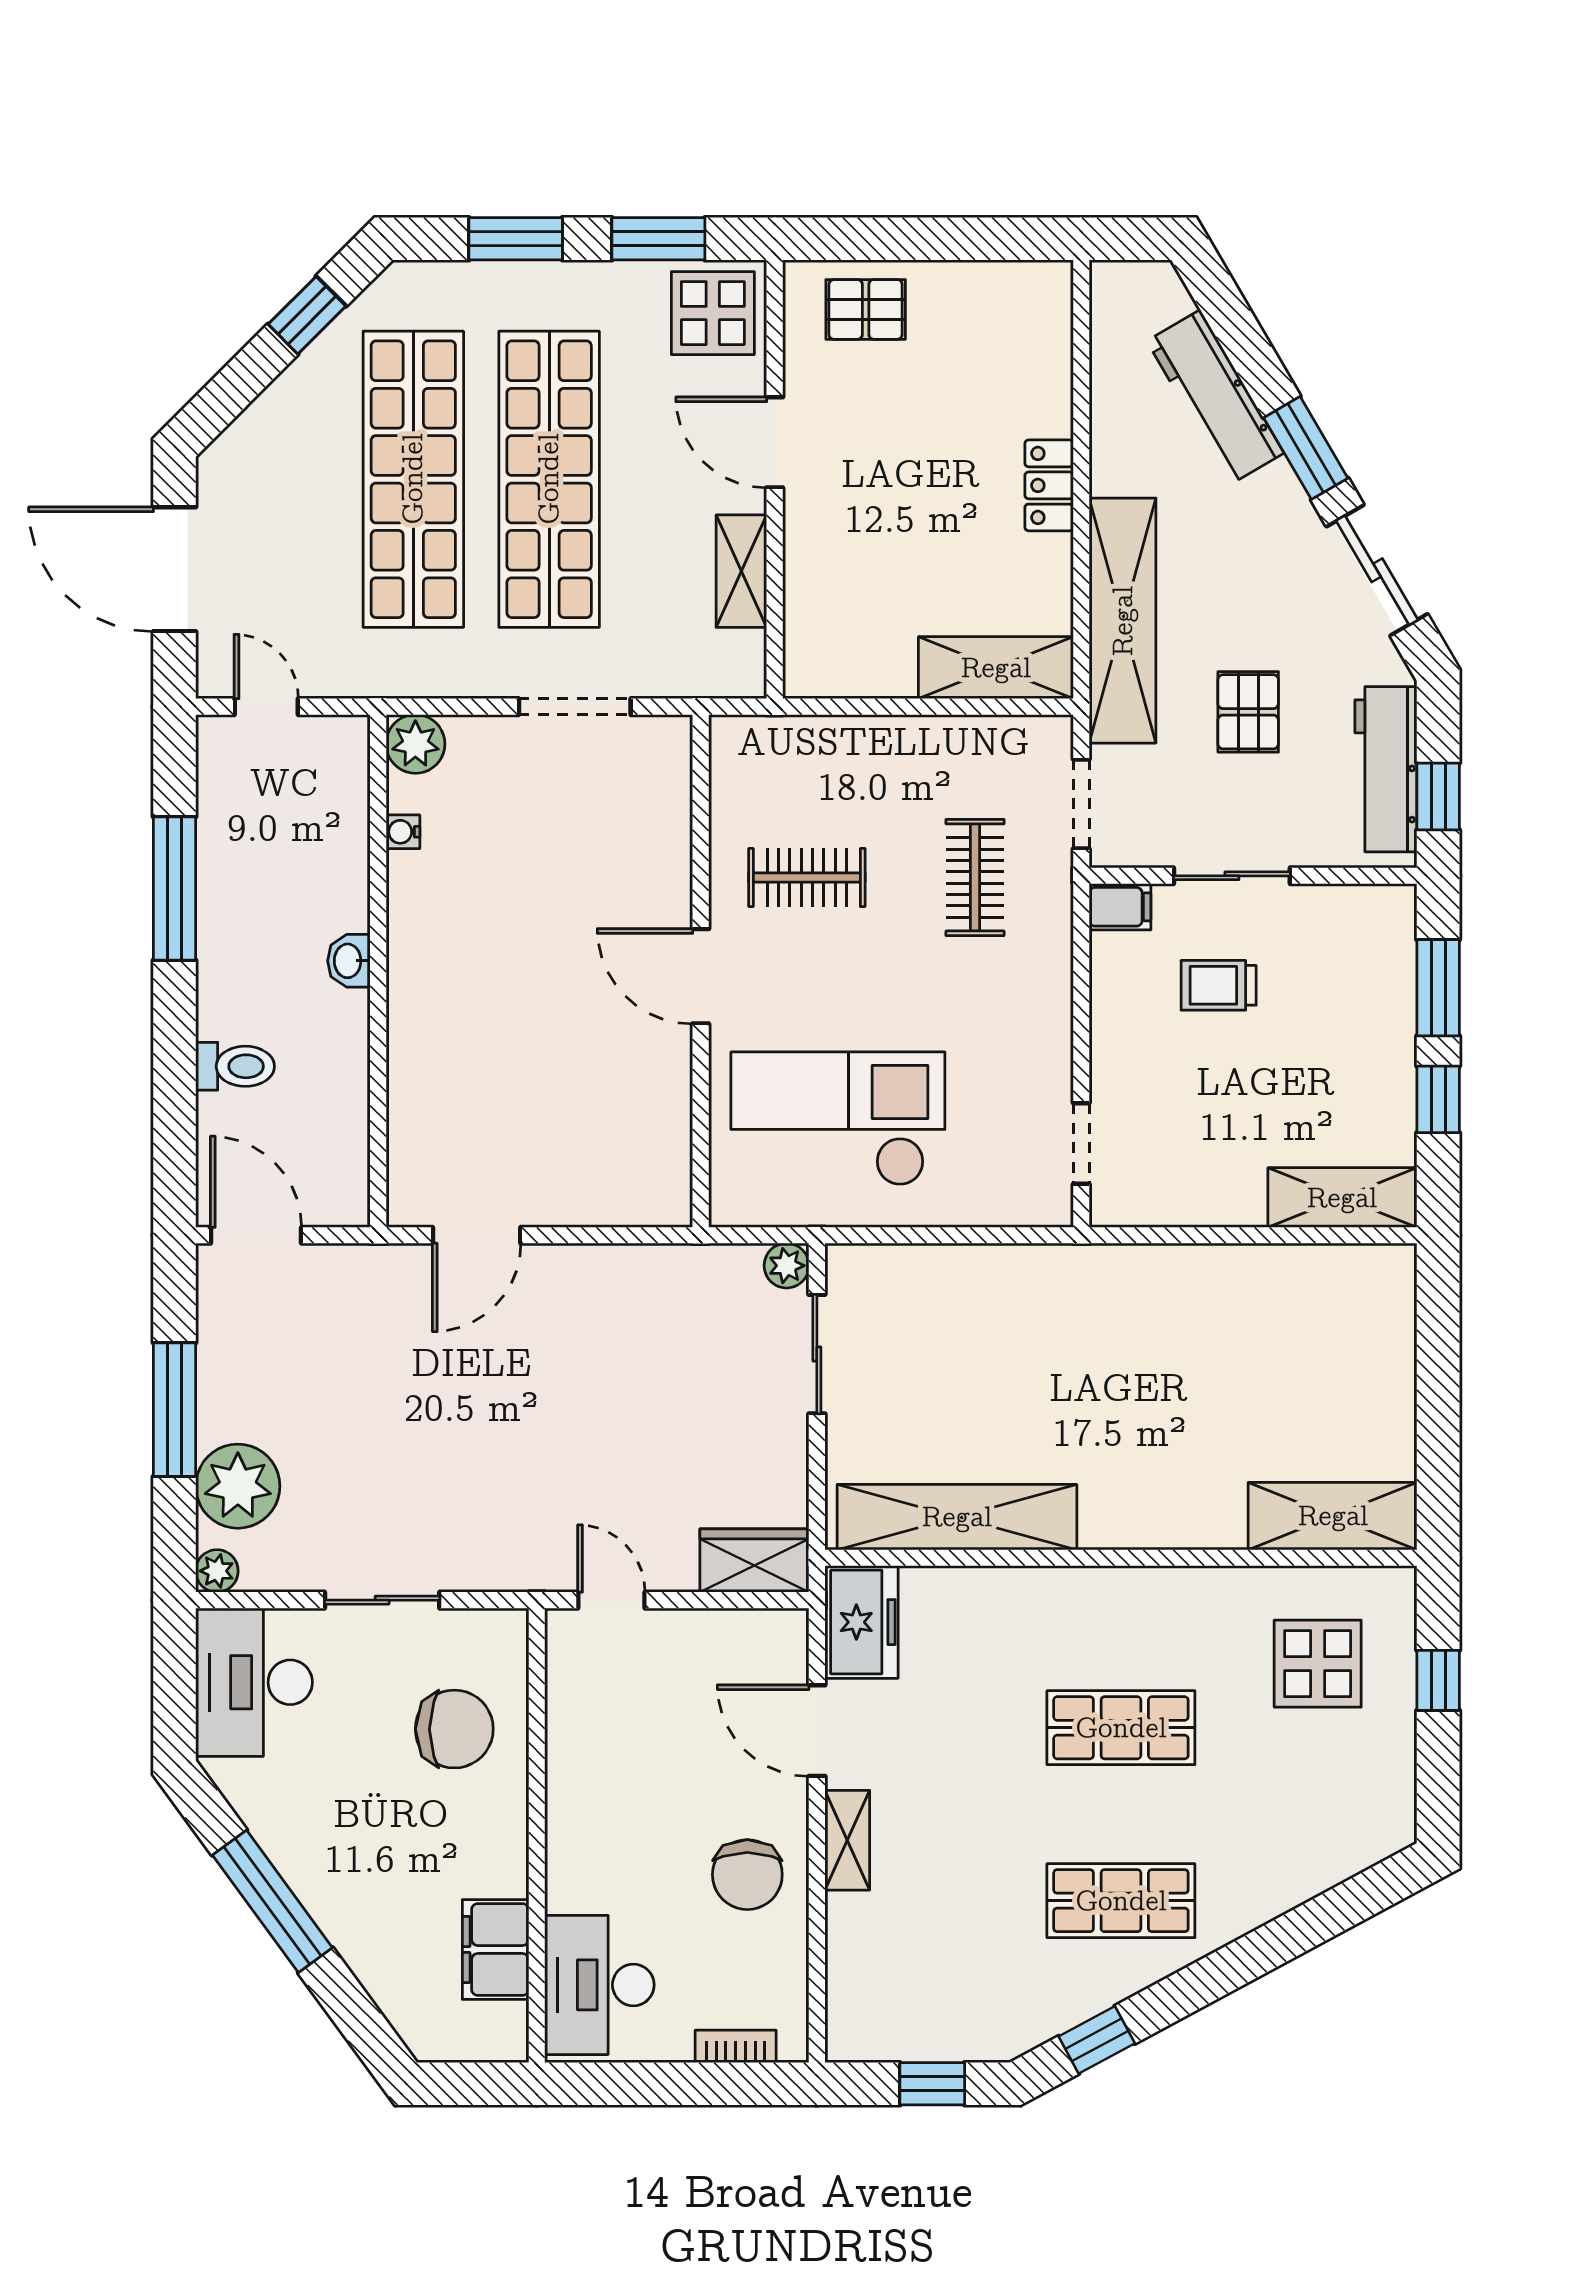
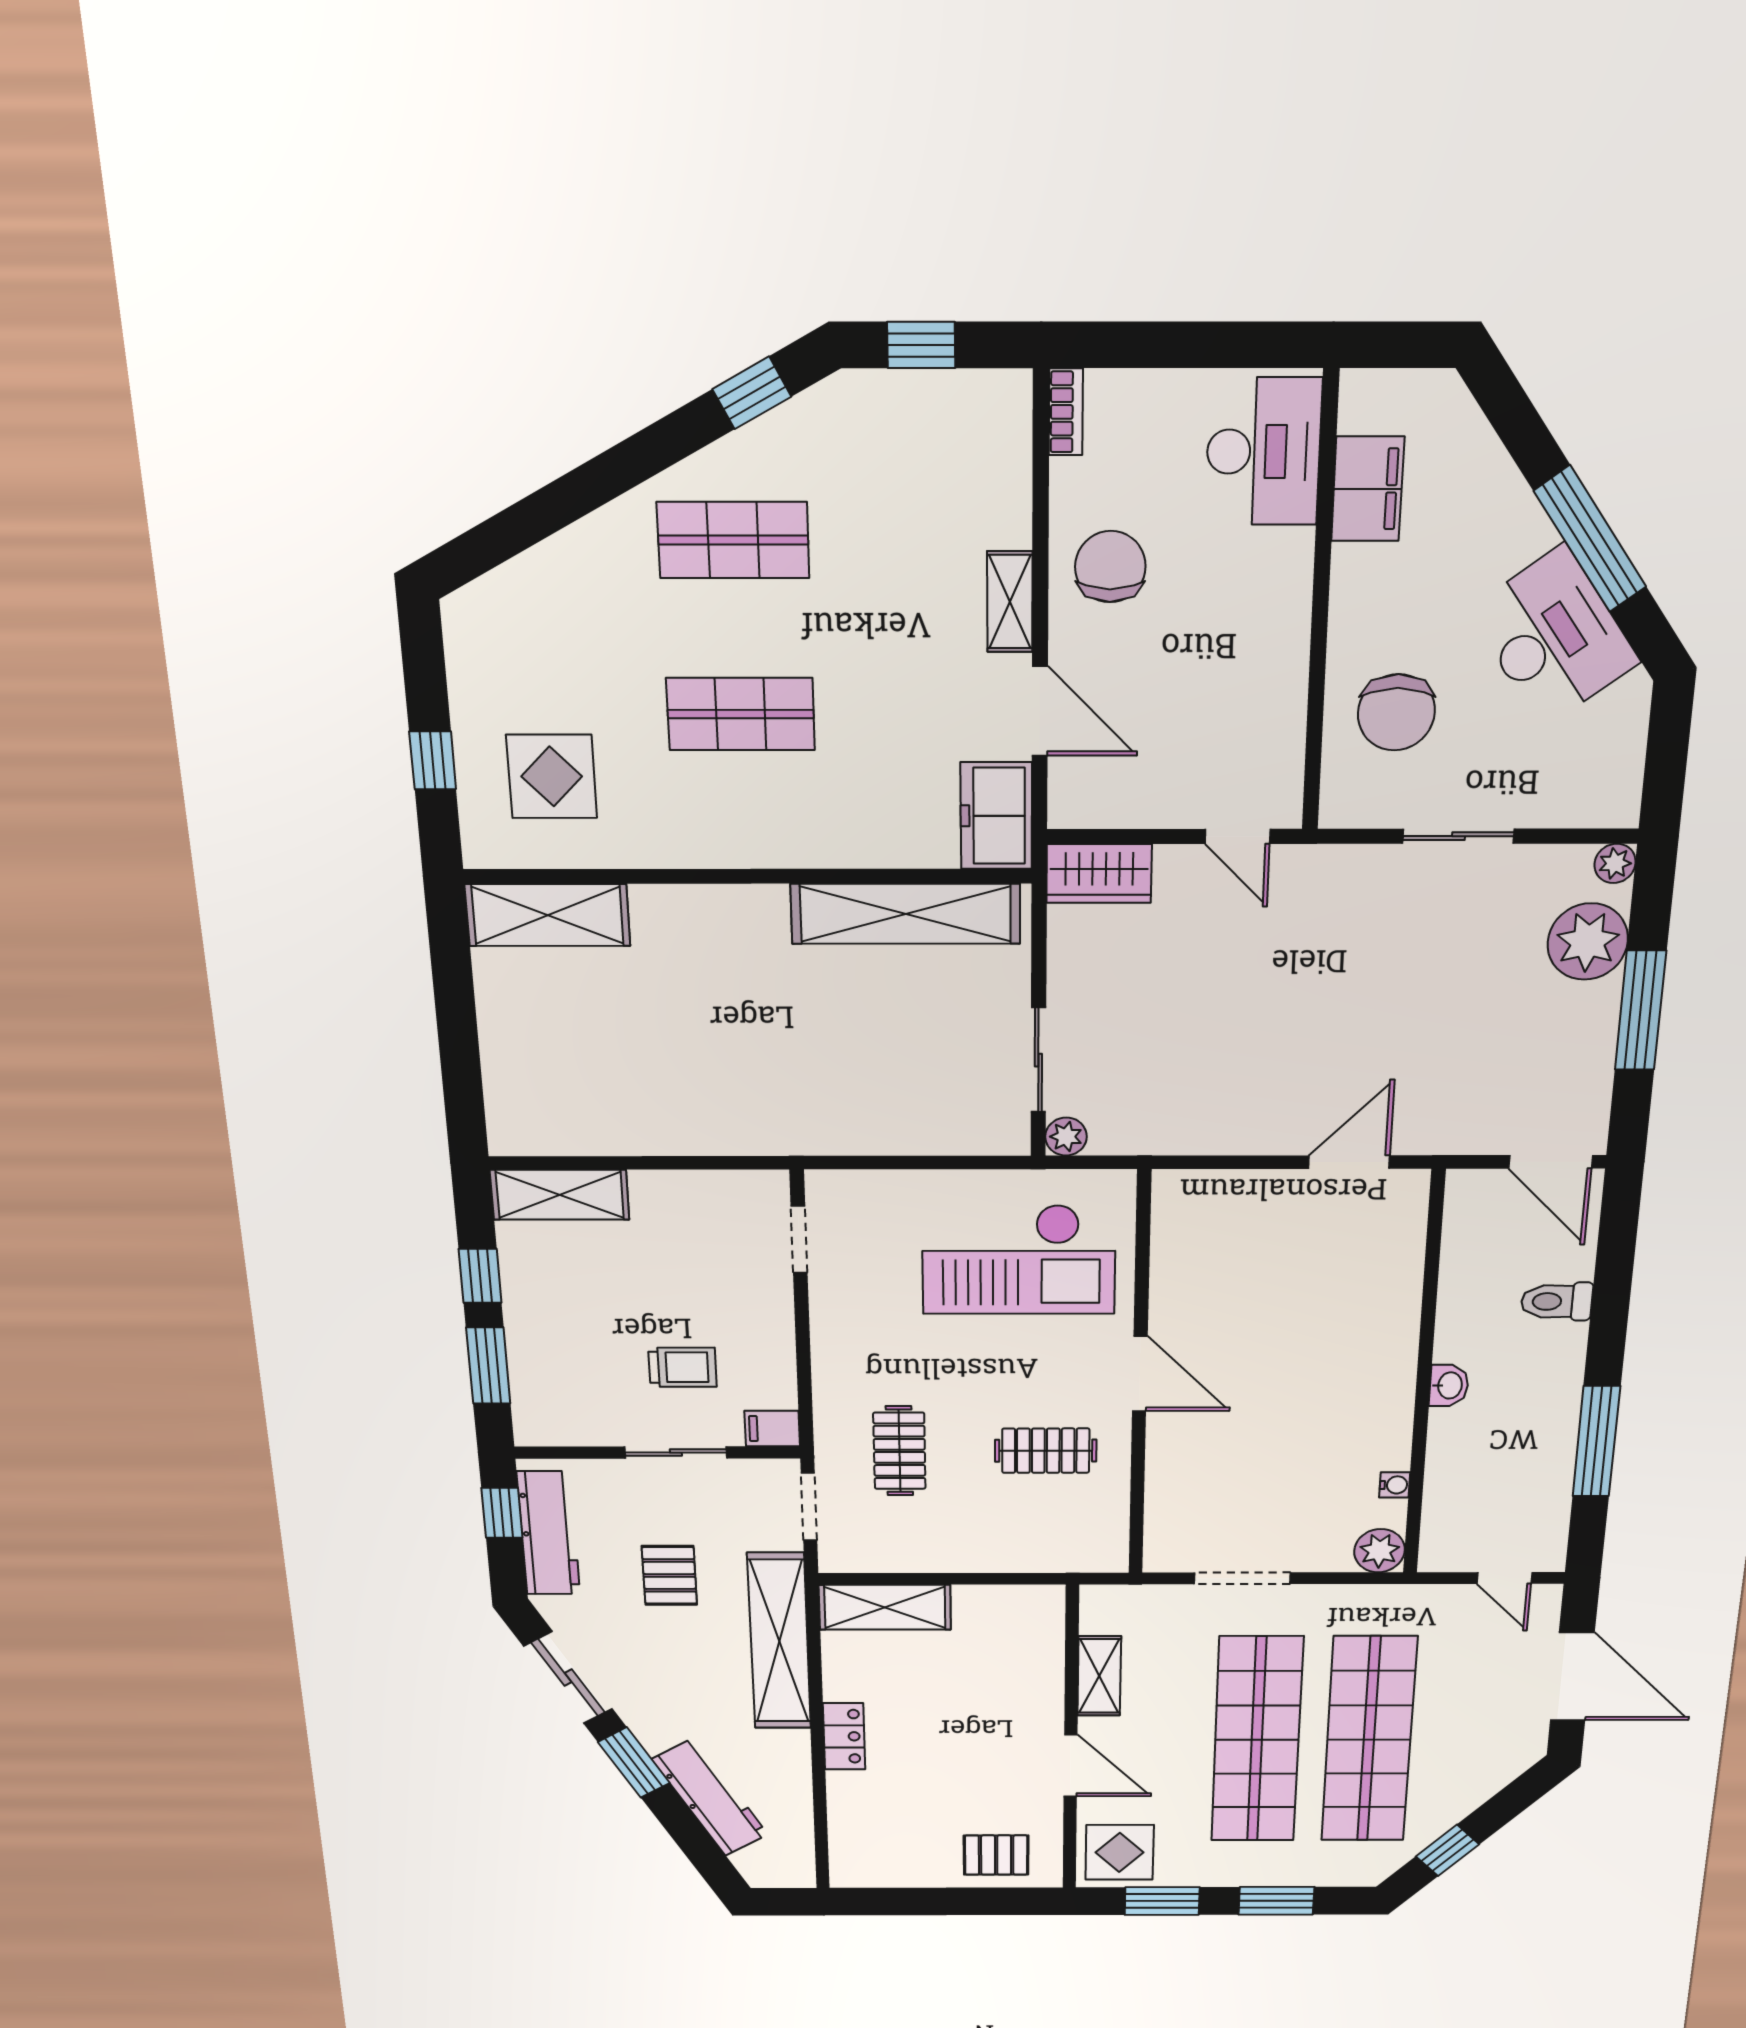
desk: (254, 1682) -> (1554, 637), moved, turned -36
chair: (454, 1729) -> (1396, 712), turned -90
bookcase: (736, 2046) -> (1066, 412), moved, turned -90

